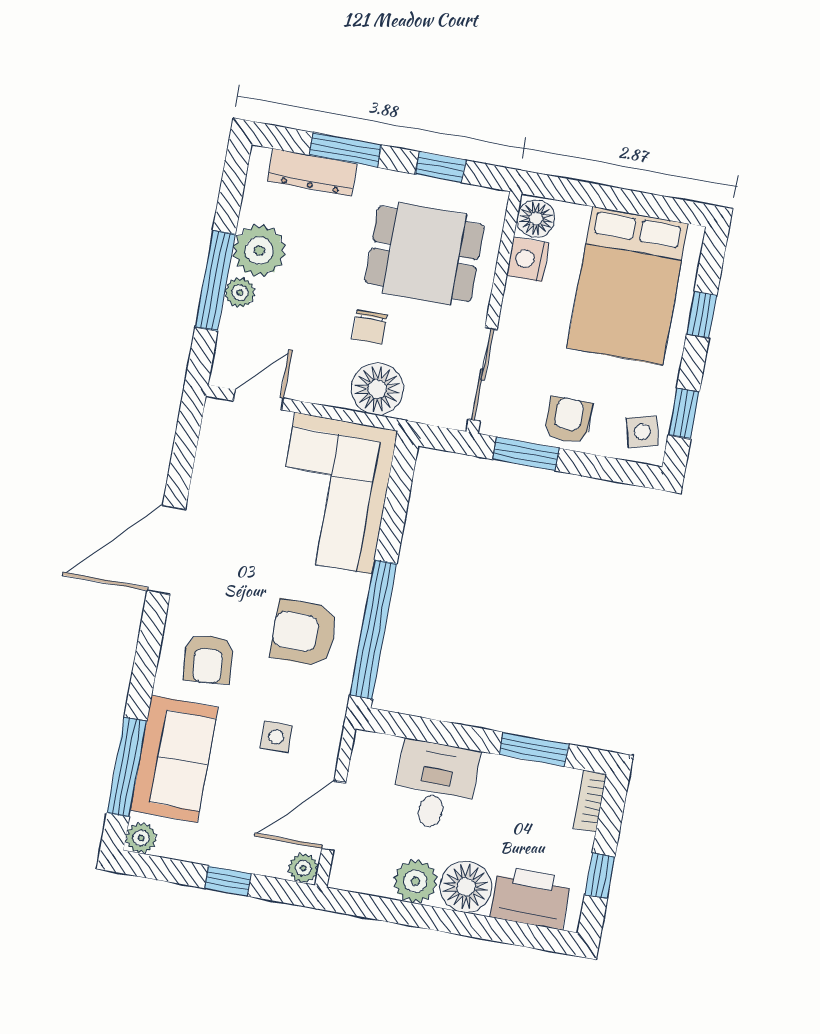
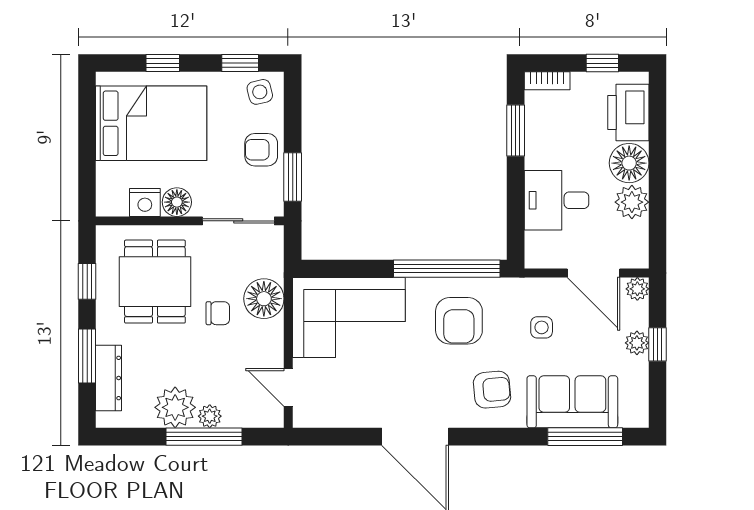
floor lamp: (536, 218) -> (177, 202), moved
plant: (141, 838) -> (637, 343), moved

